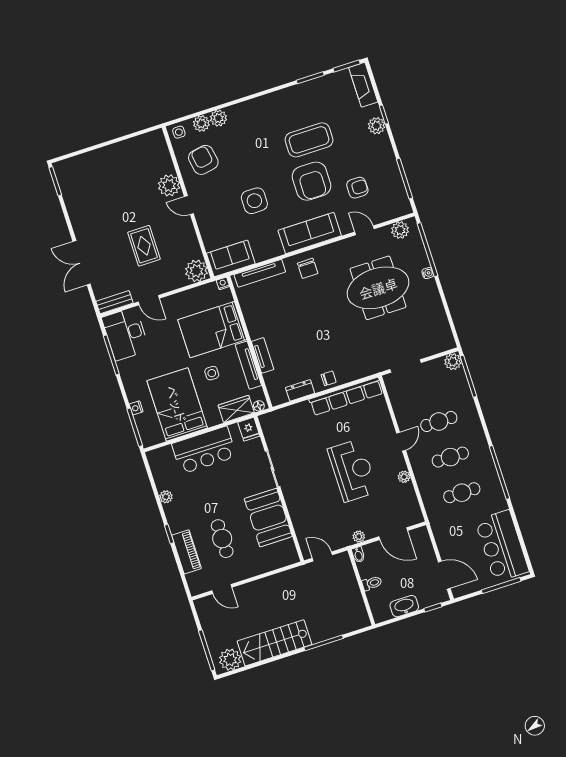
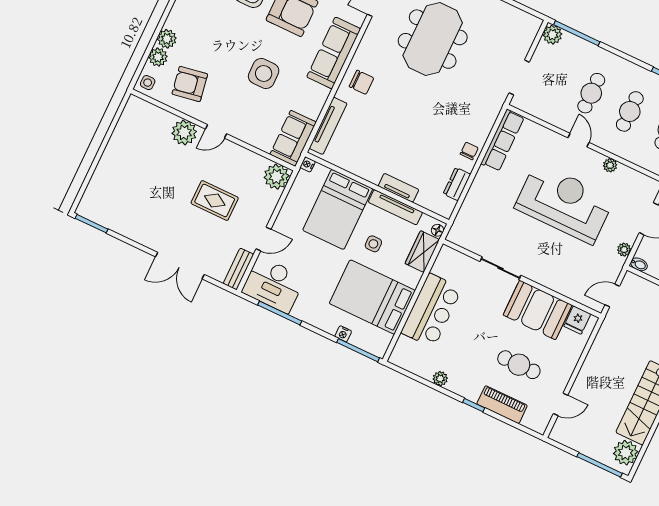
row of seats: (346, 396) -> (503, 140), width x0.73
fridge: (249, 429) -> (577, 320), moved, turned 90
reception desk: (353, 470) -> (564, 203), width x1.36, depth x1.30

